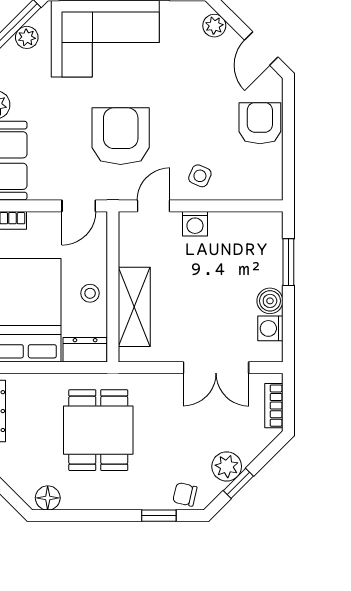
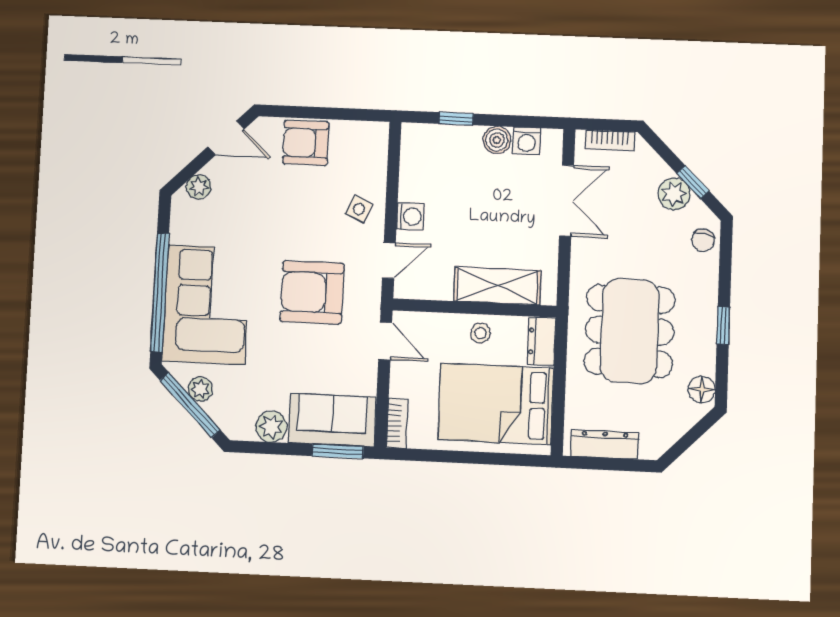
door: (153, 206) -> (389, 260), swing flipped
window: (288, 262) -> (456, 119), width x0.67
dining table: (98, 430) -> (630, 331), width x1.38
window: (159, 516) -> (723, 325), moved

